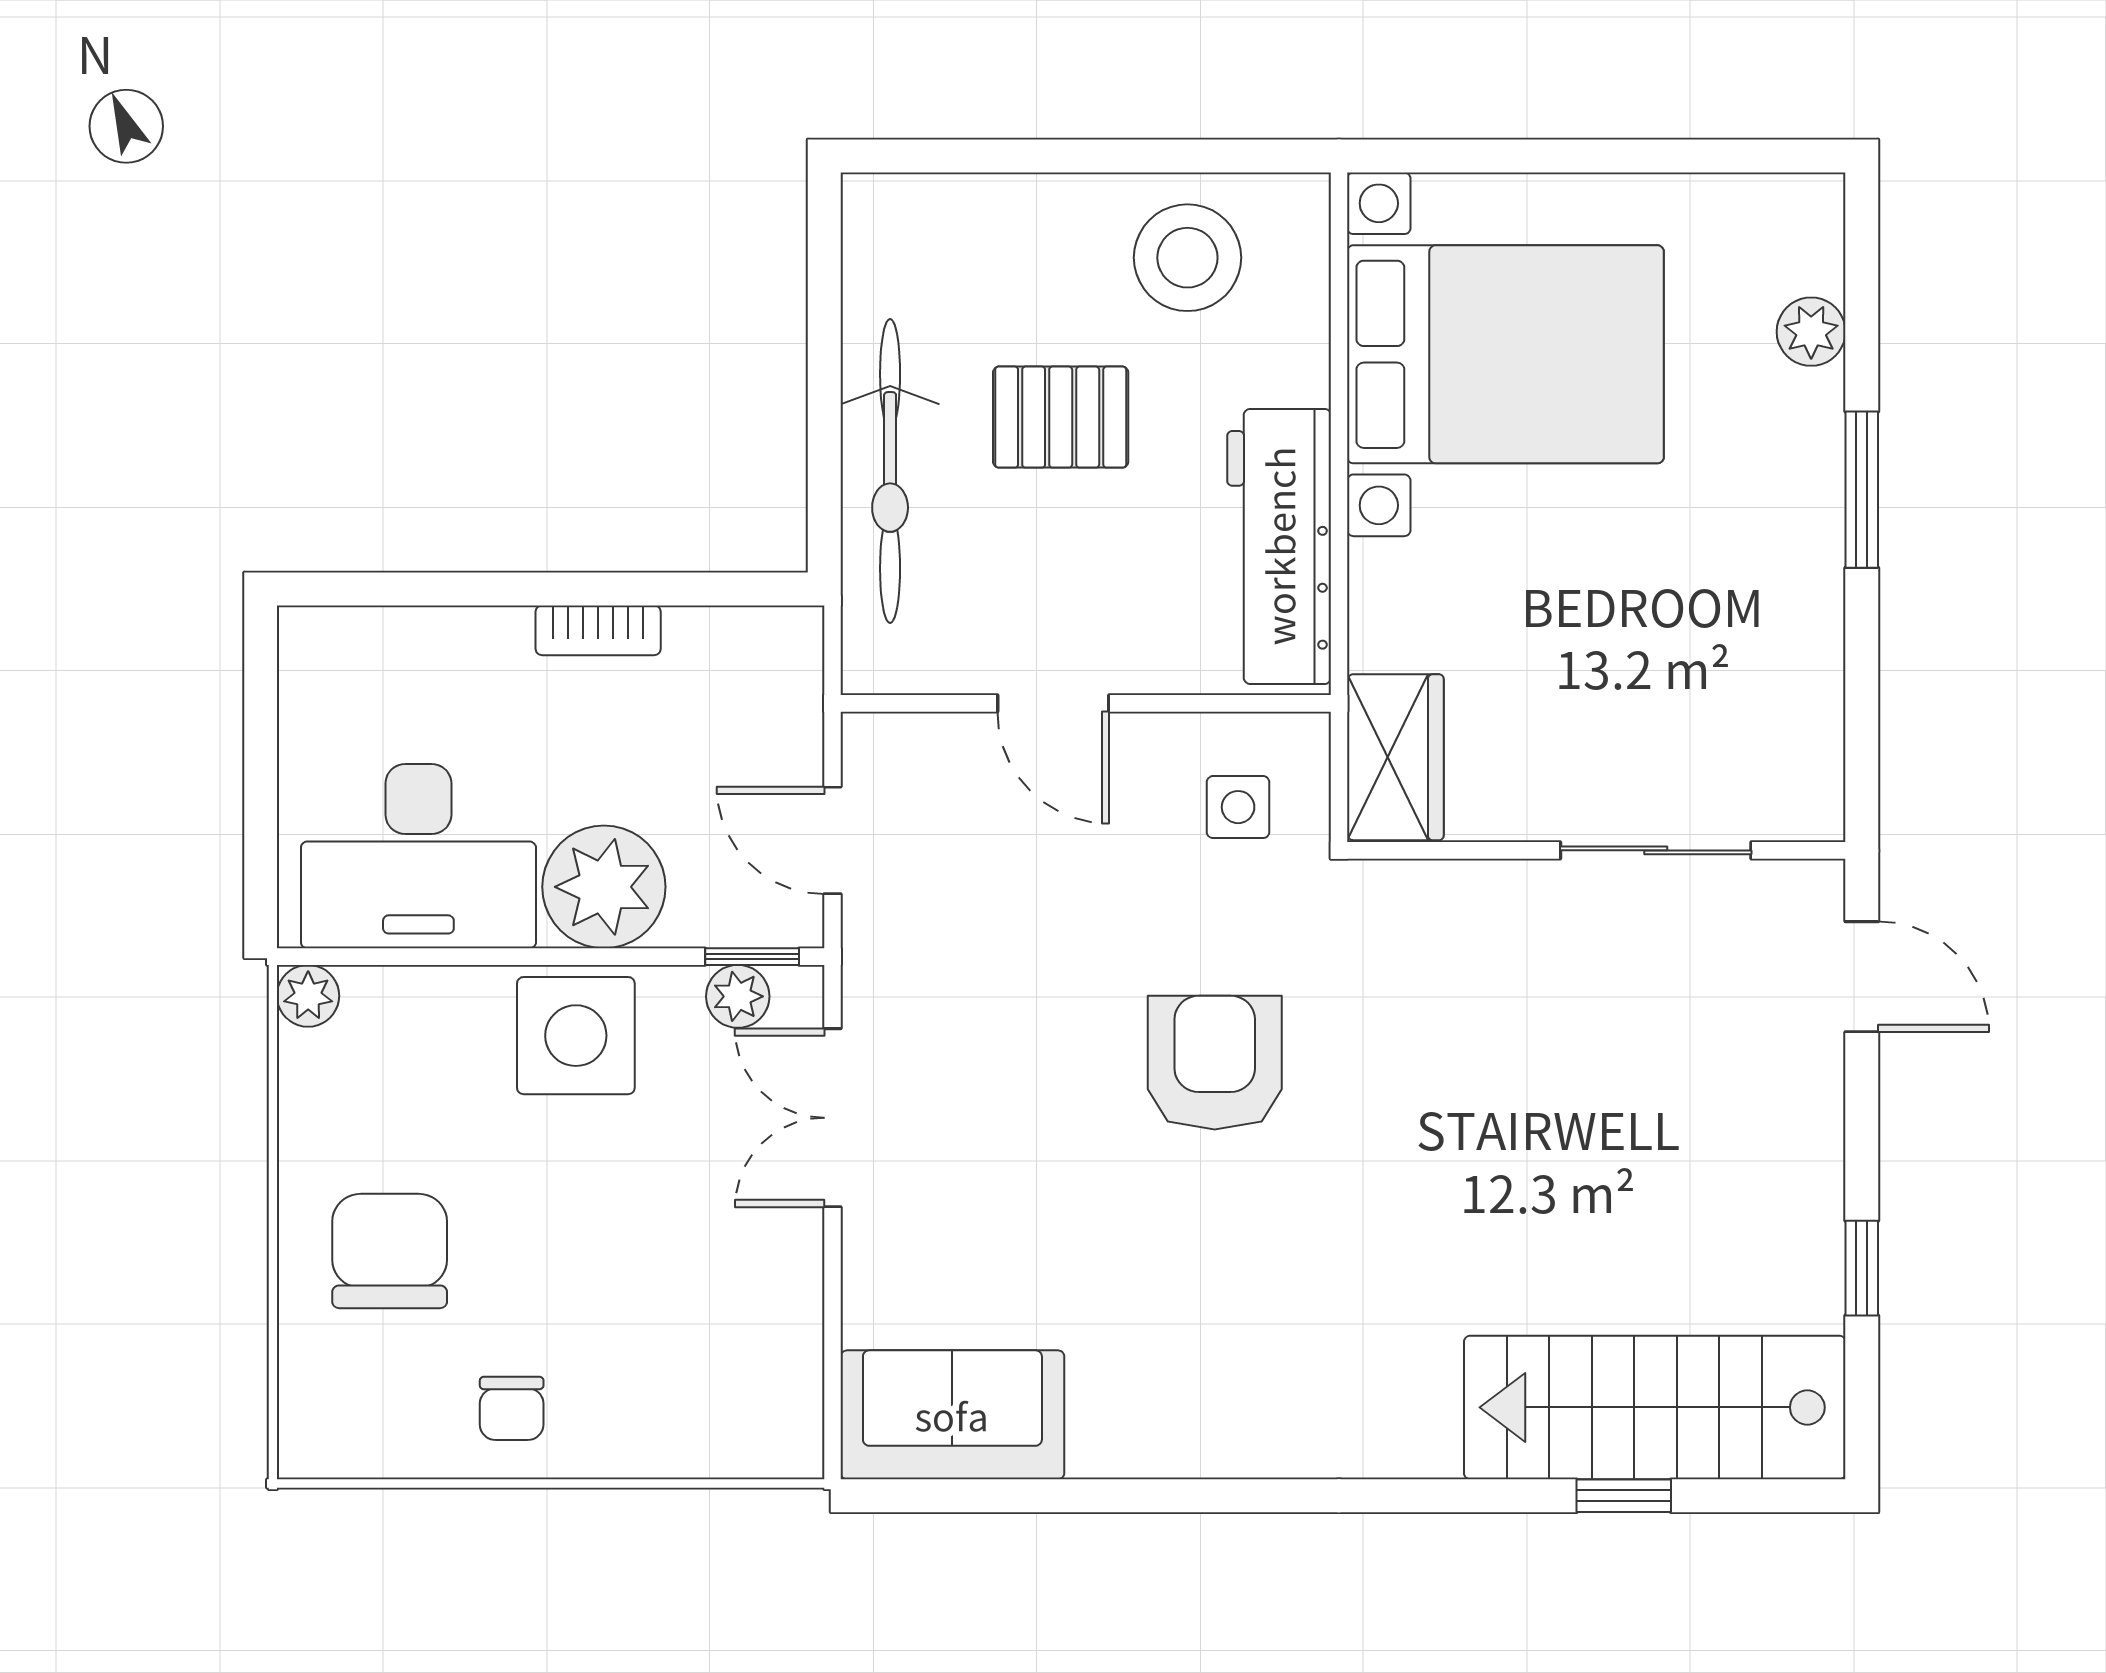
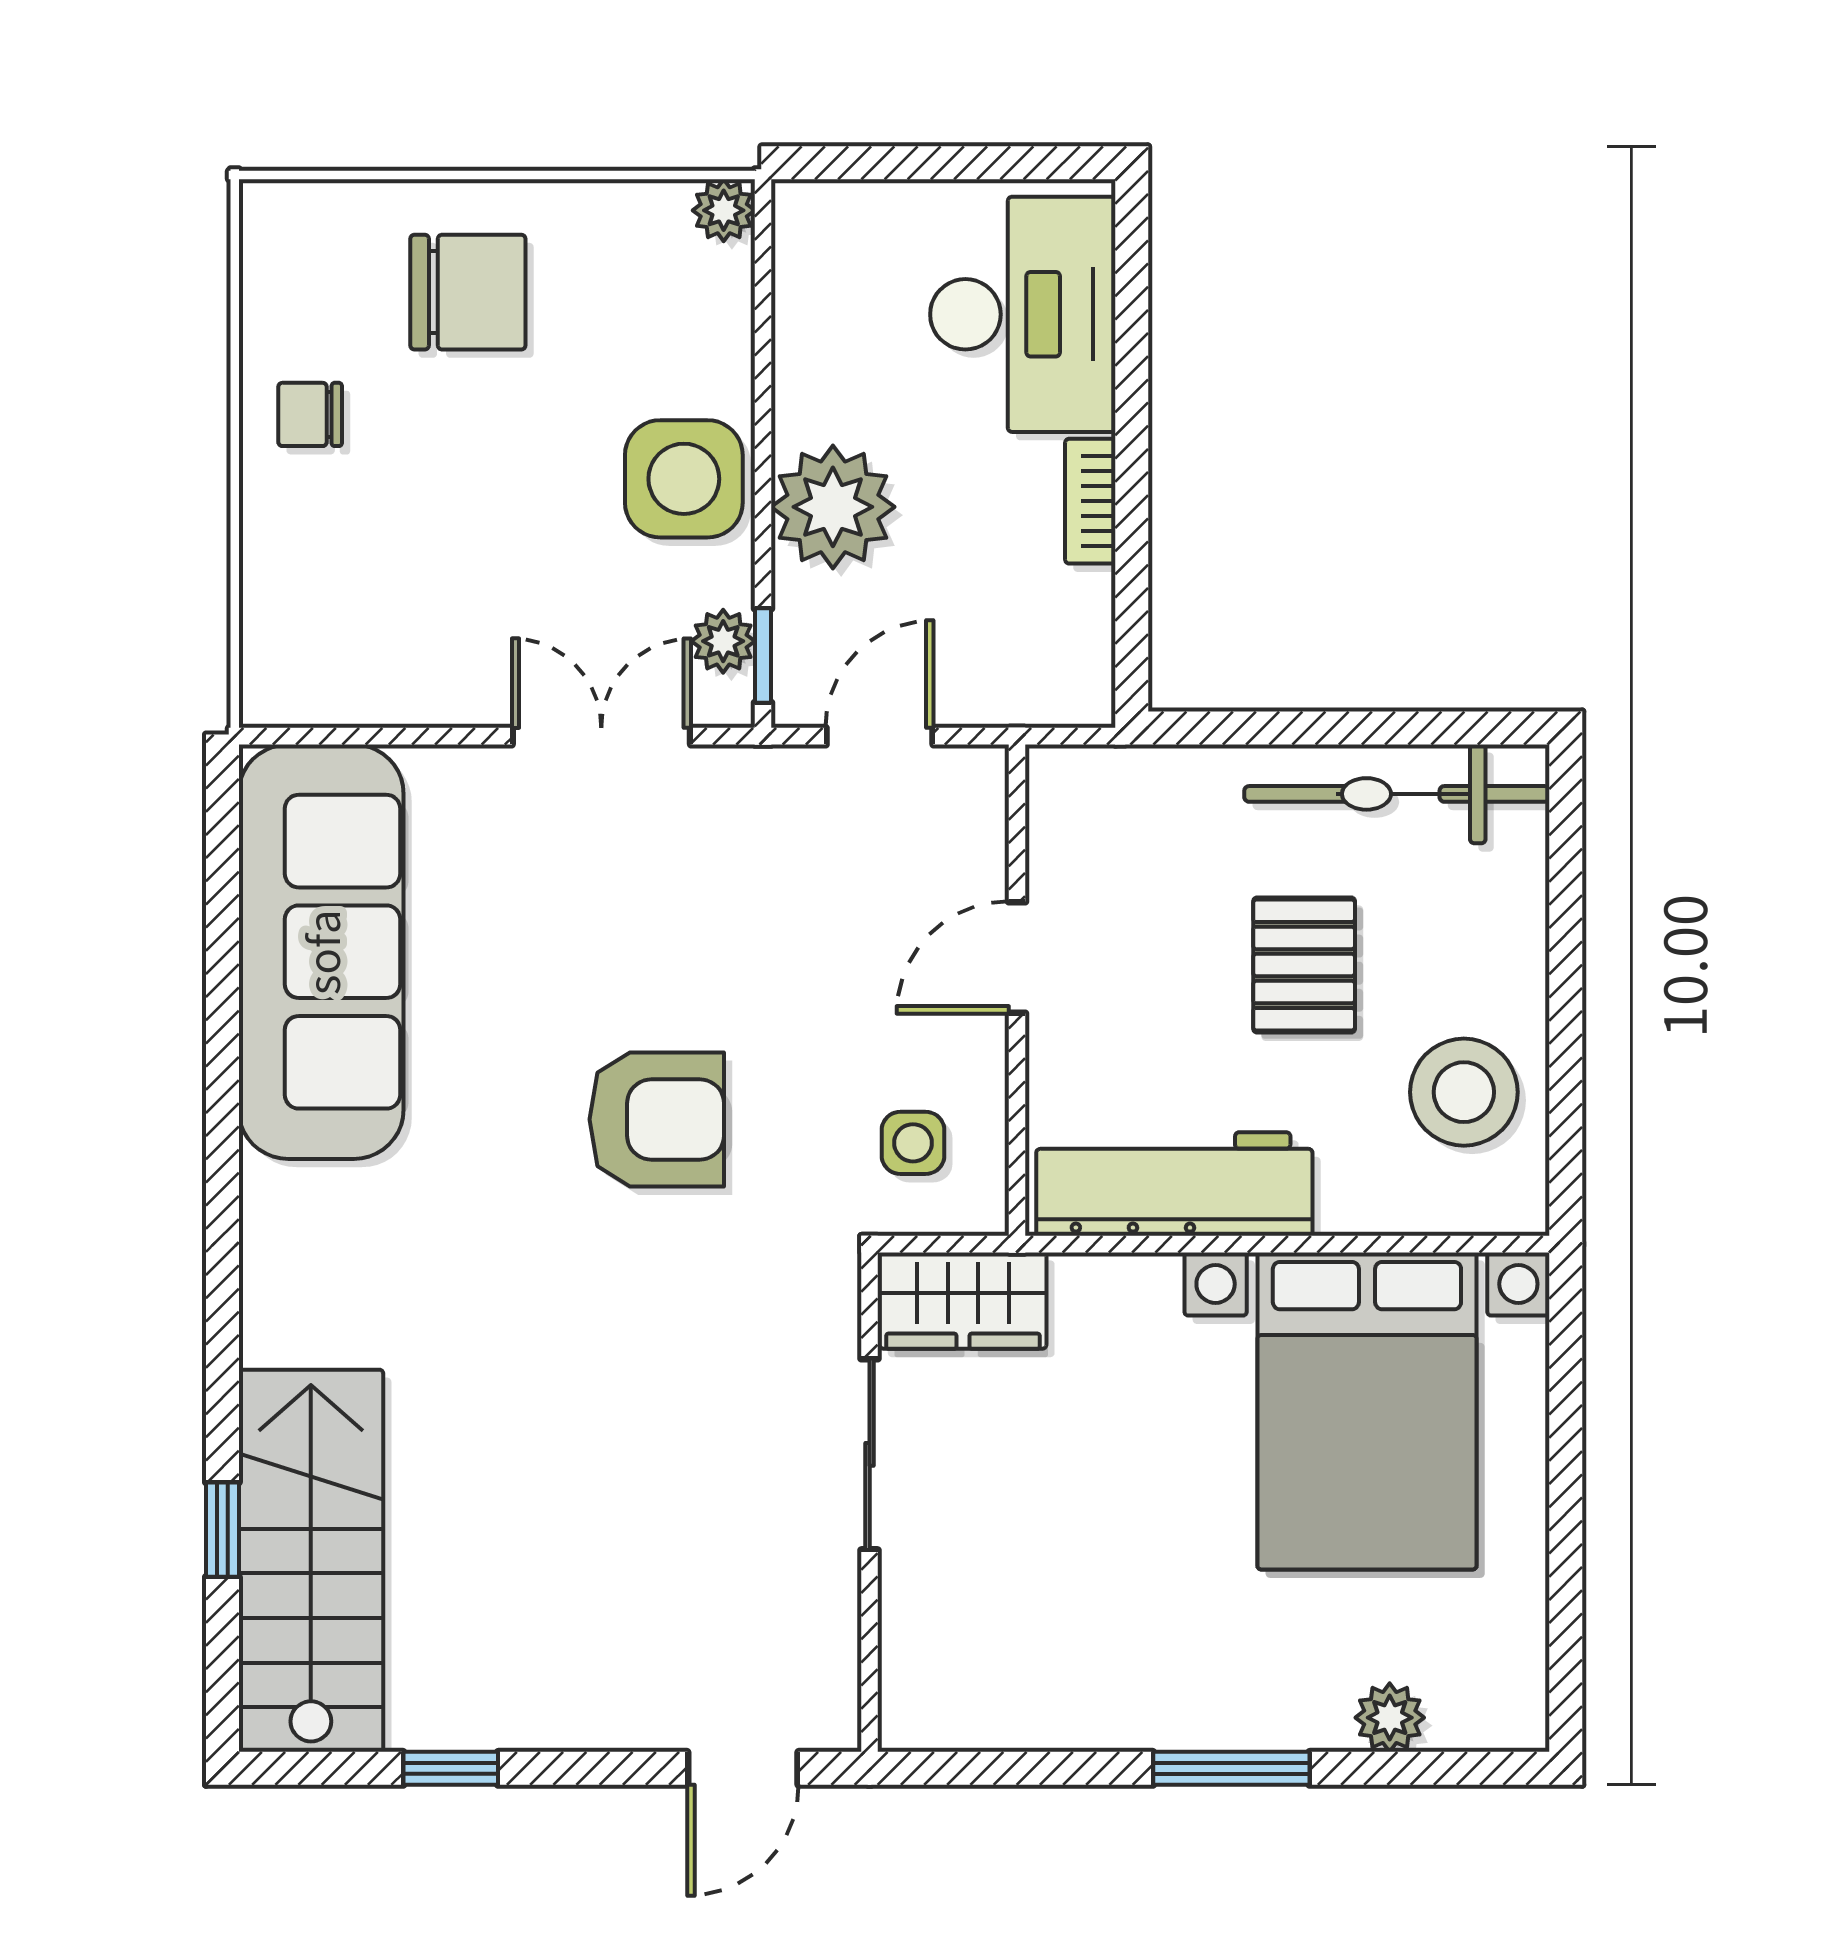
bicycle: (890, 471) -> (1397, 794), moved
sliding door: (1656, 850) -> (870, 1454), moved
desk: (418, 856) -> (1023, 314), moved, turned 180
sofa: (952, 1415) -> (321, 952), width x1.85, depth x1.27

